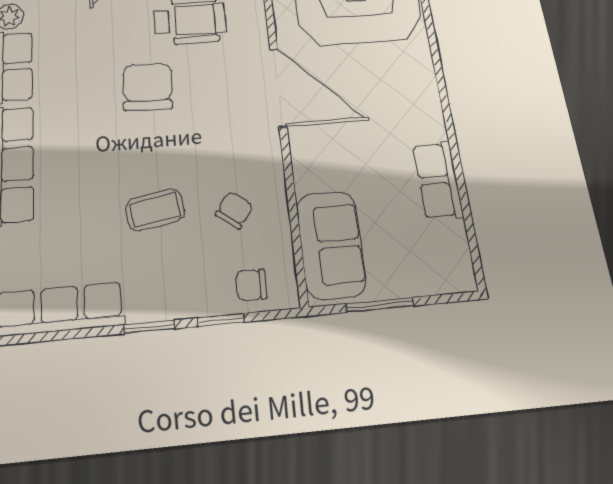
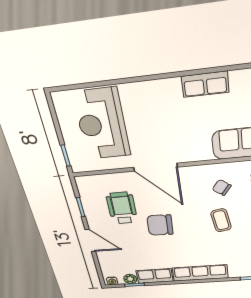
door: (278, 87) -> (155, 167), swing flipped

